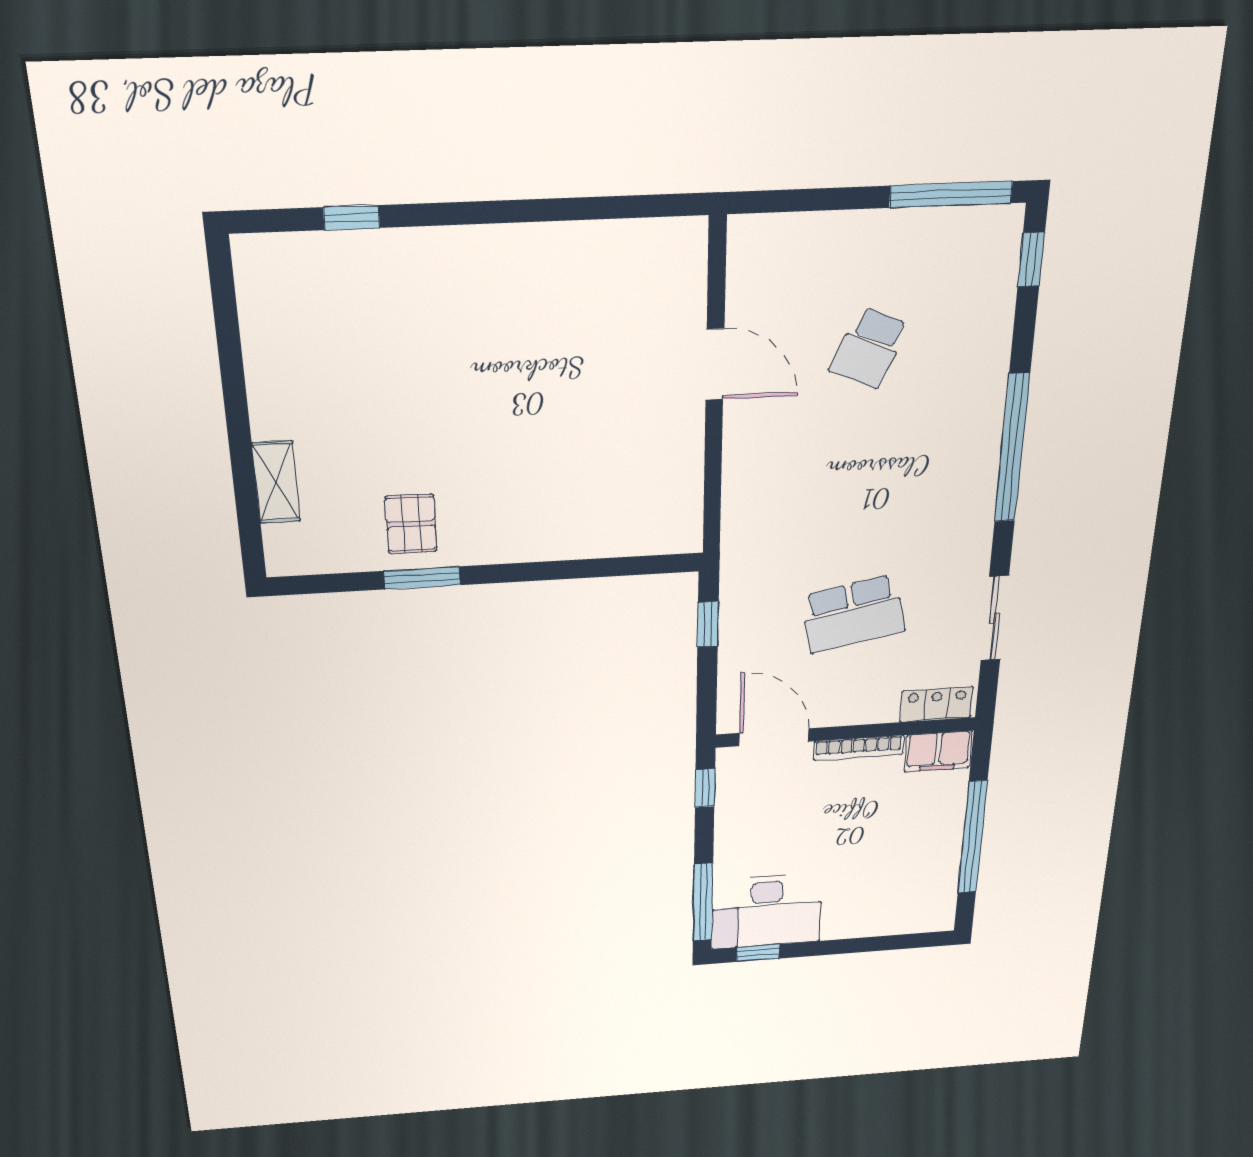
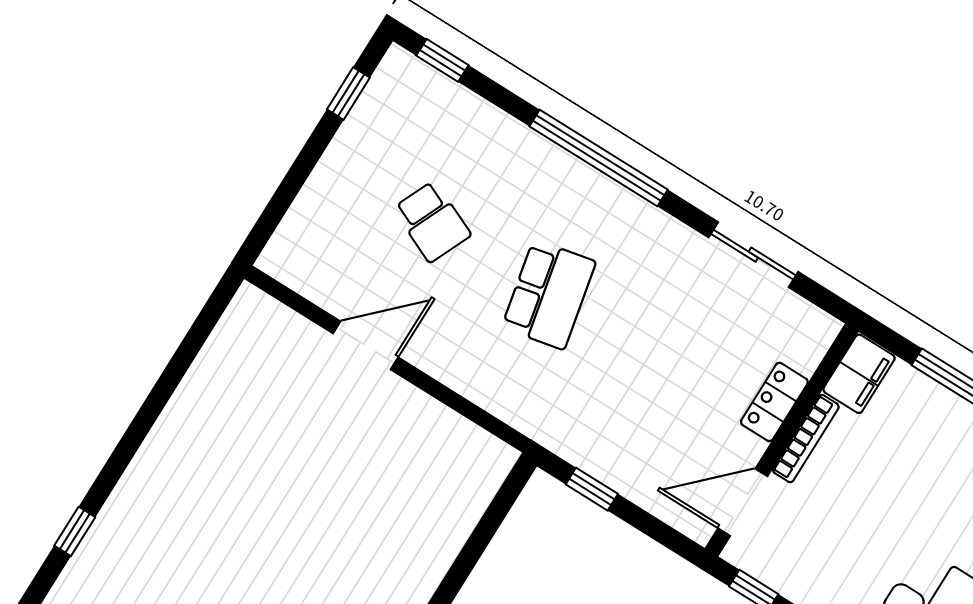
window: (951, 195) -> (348, 94), width x0.46
school desk: (853, 614) -> (549, 295), moved
locker: (936, 704) -> (774, 402), moved

